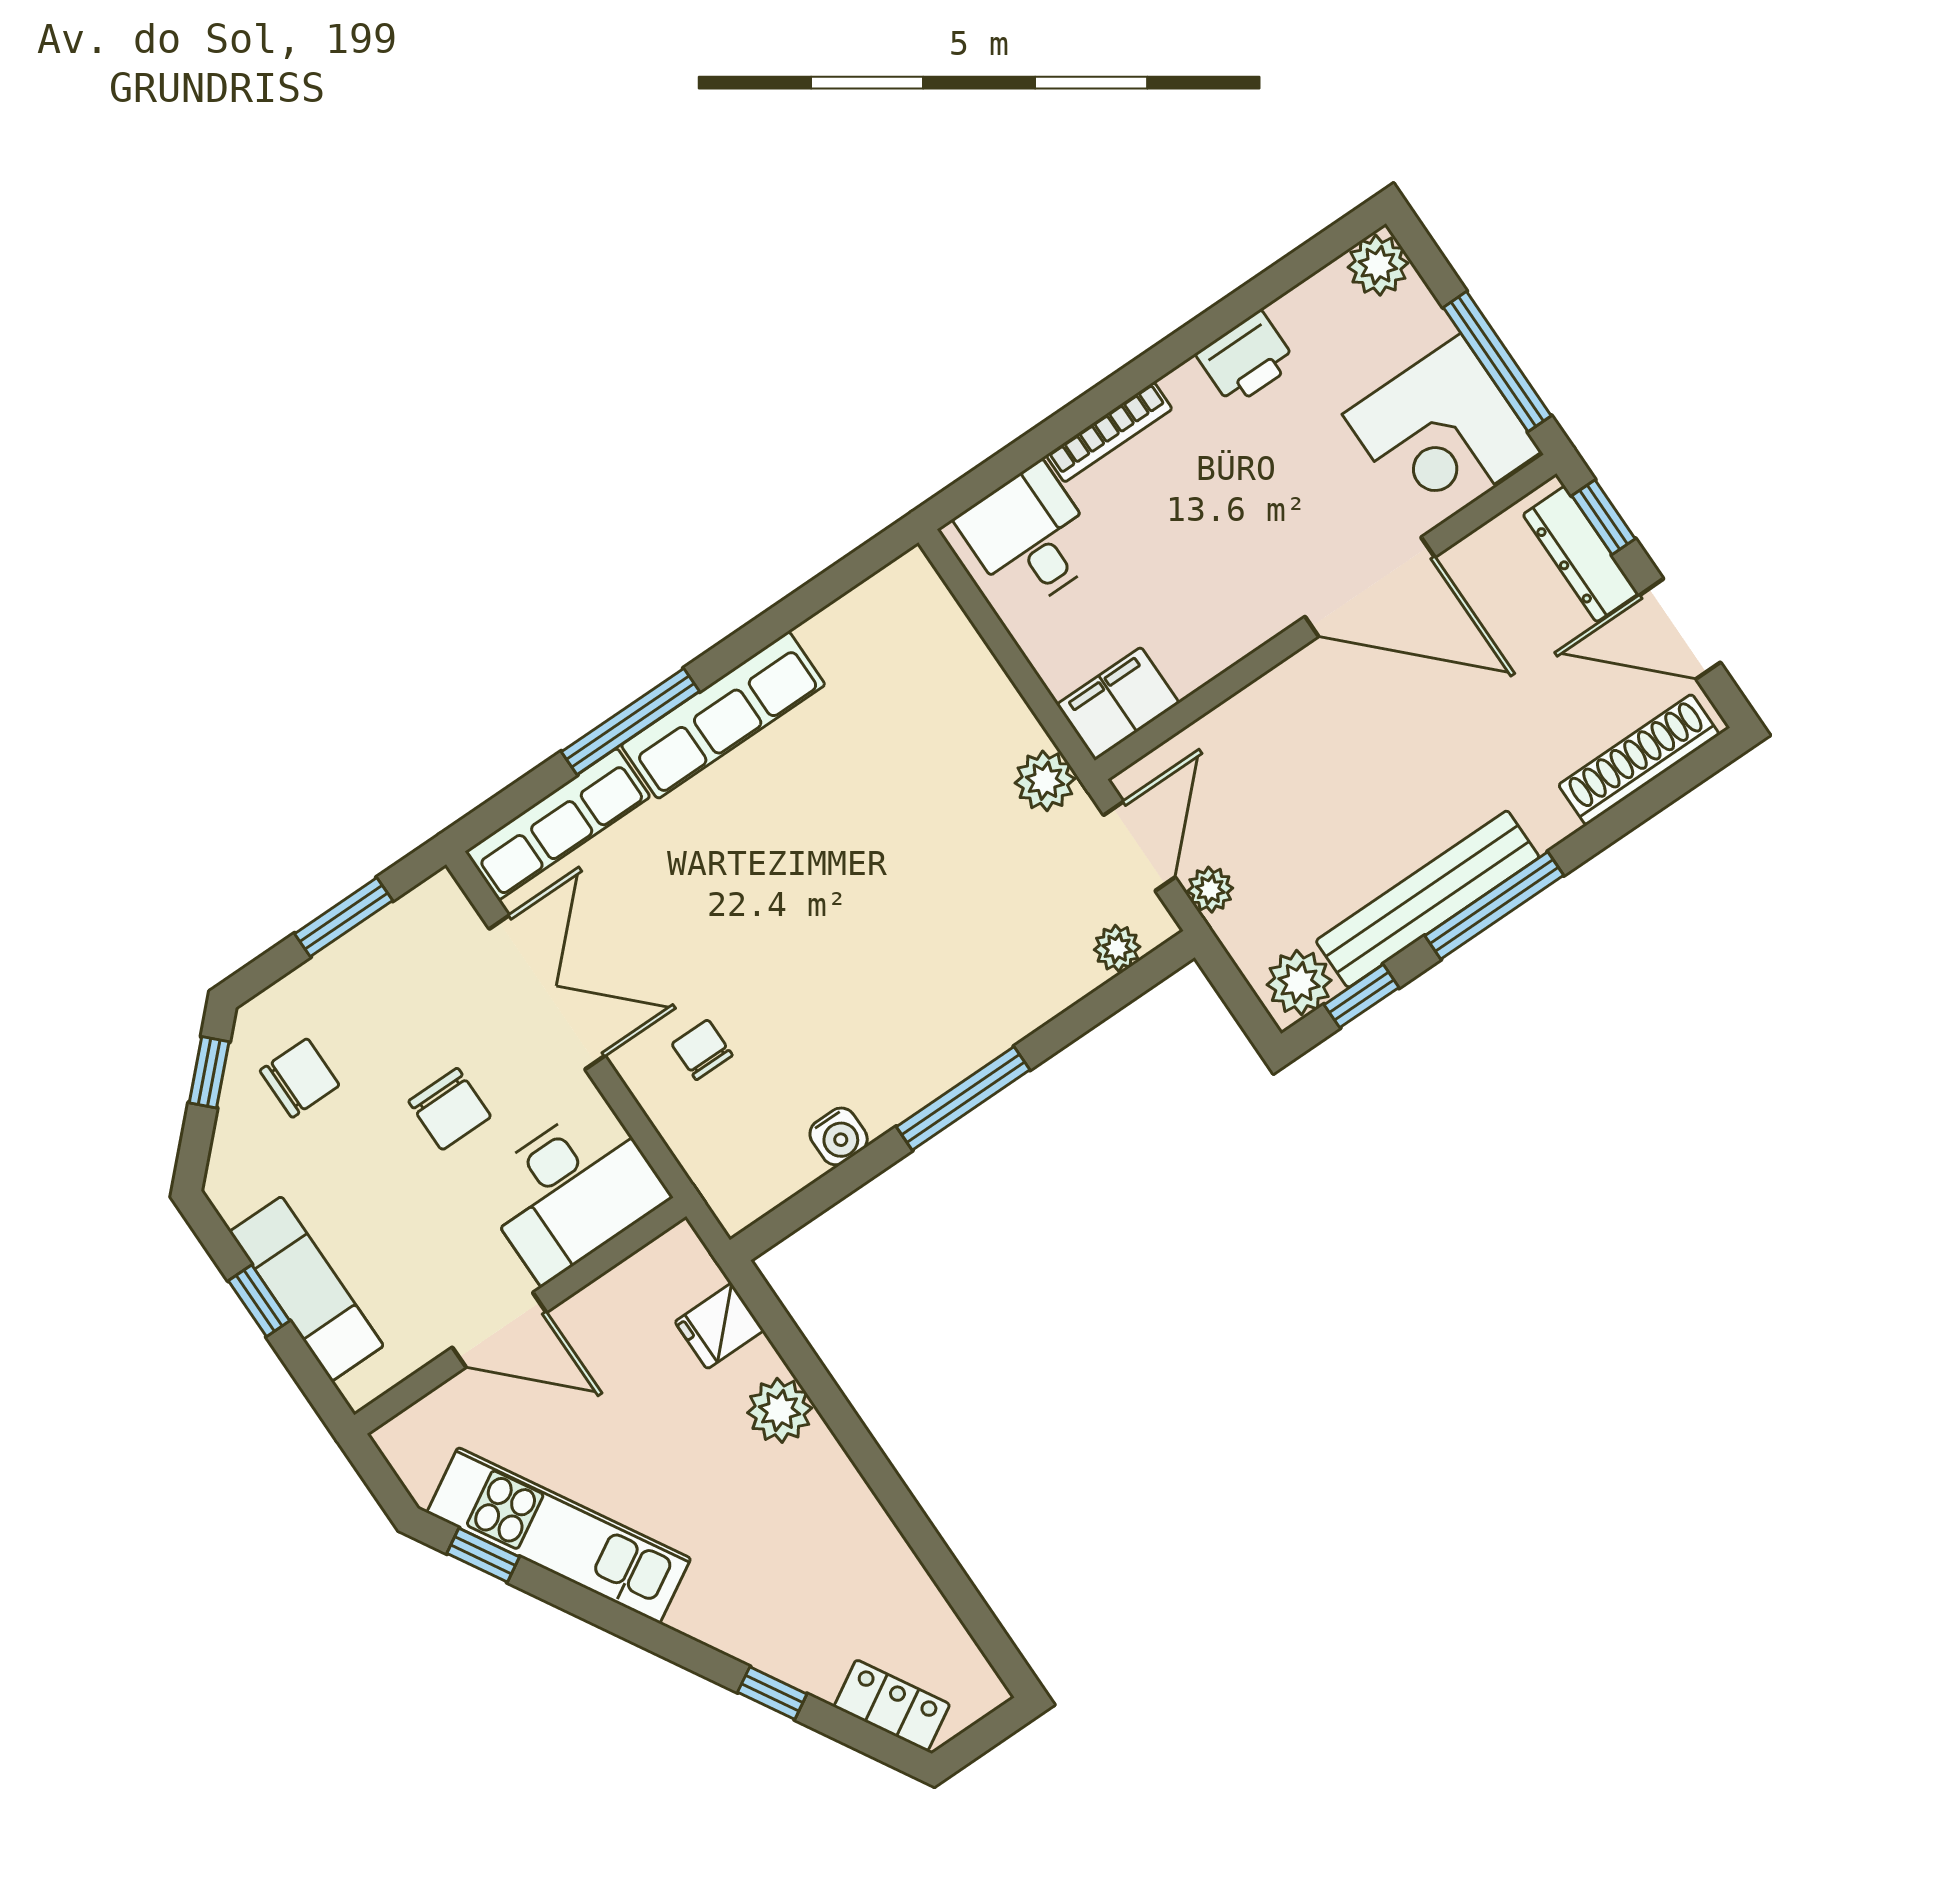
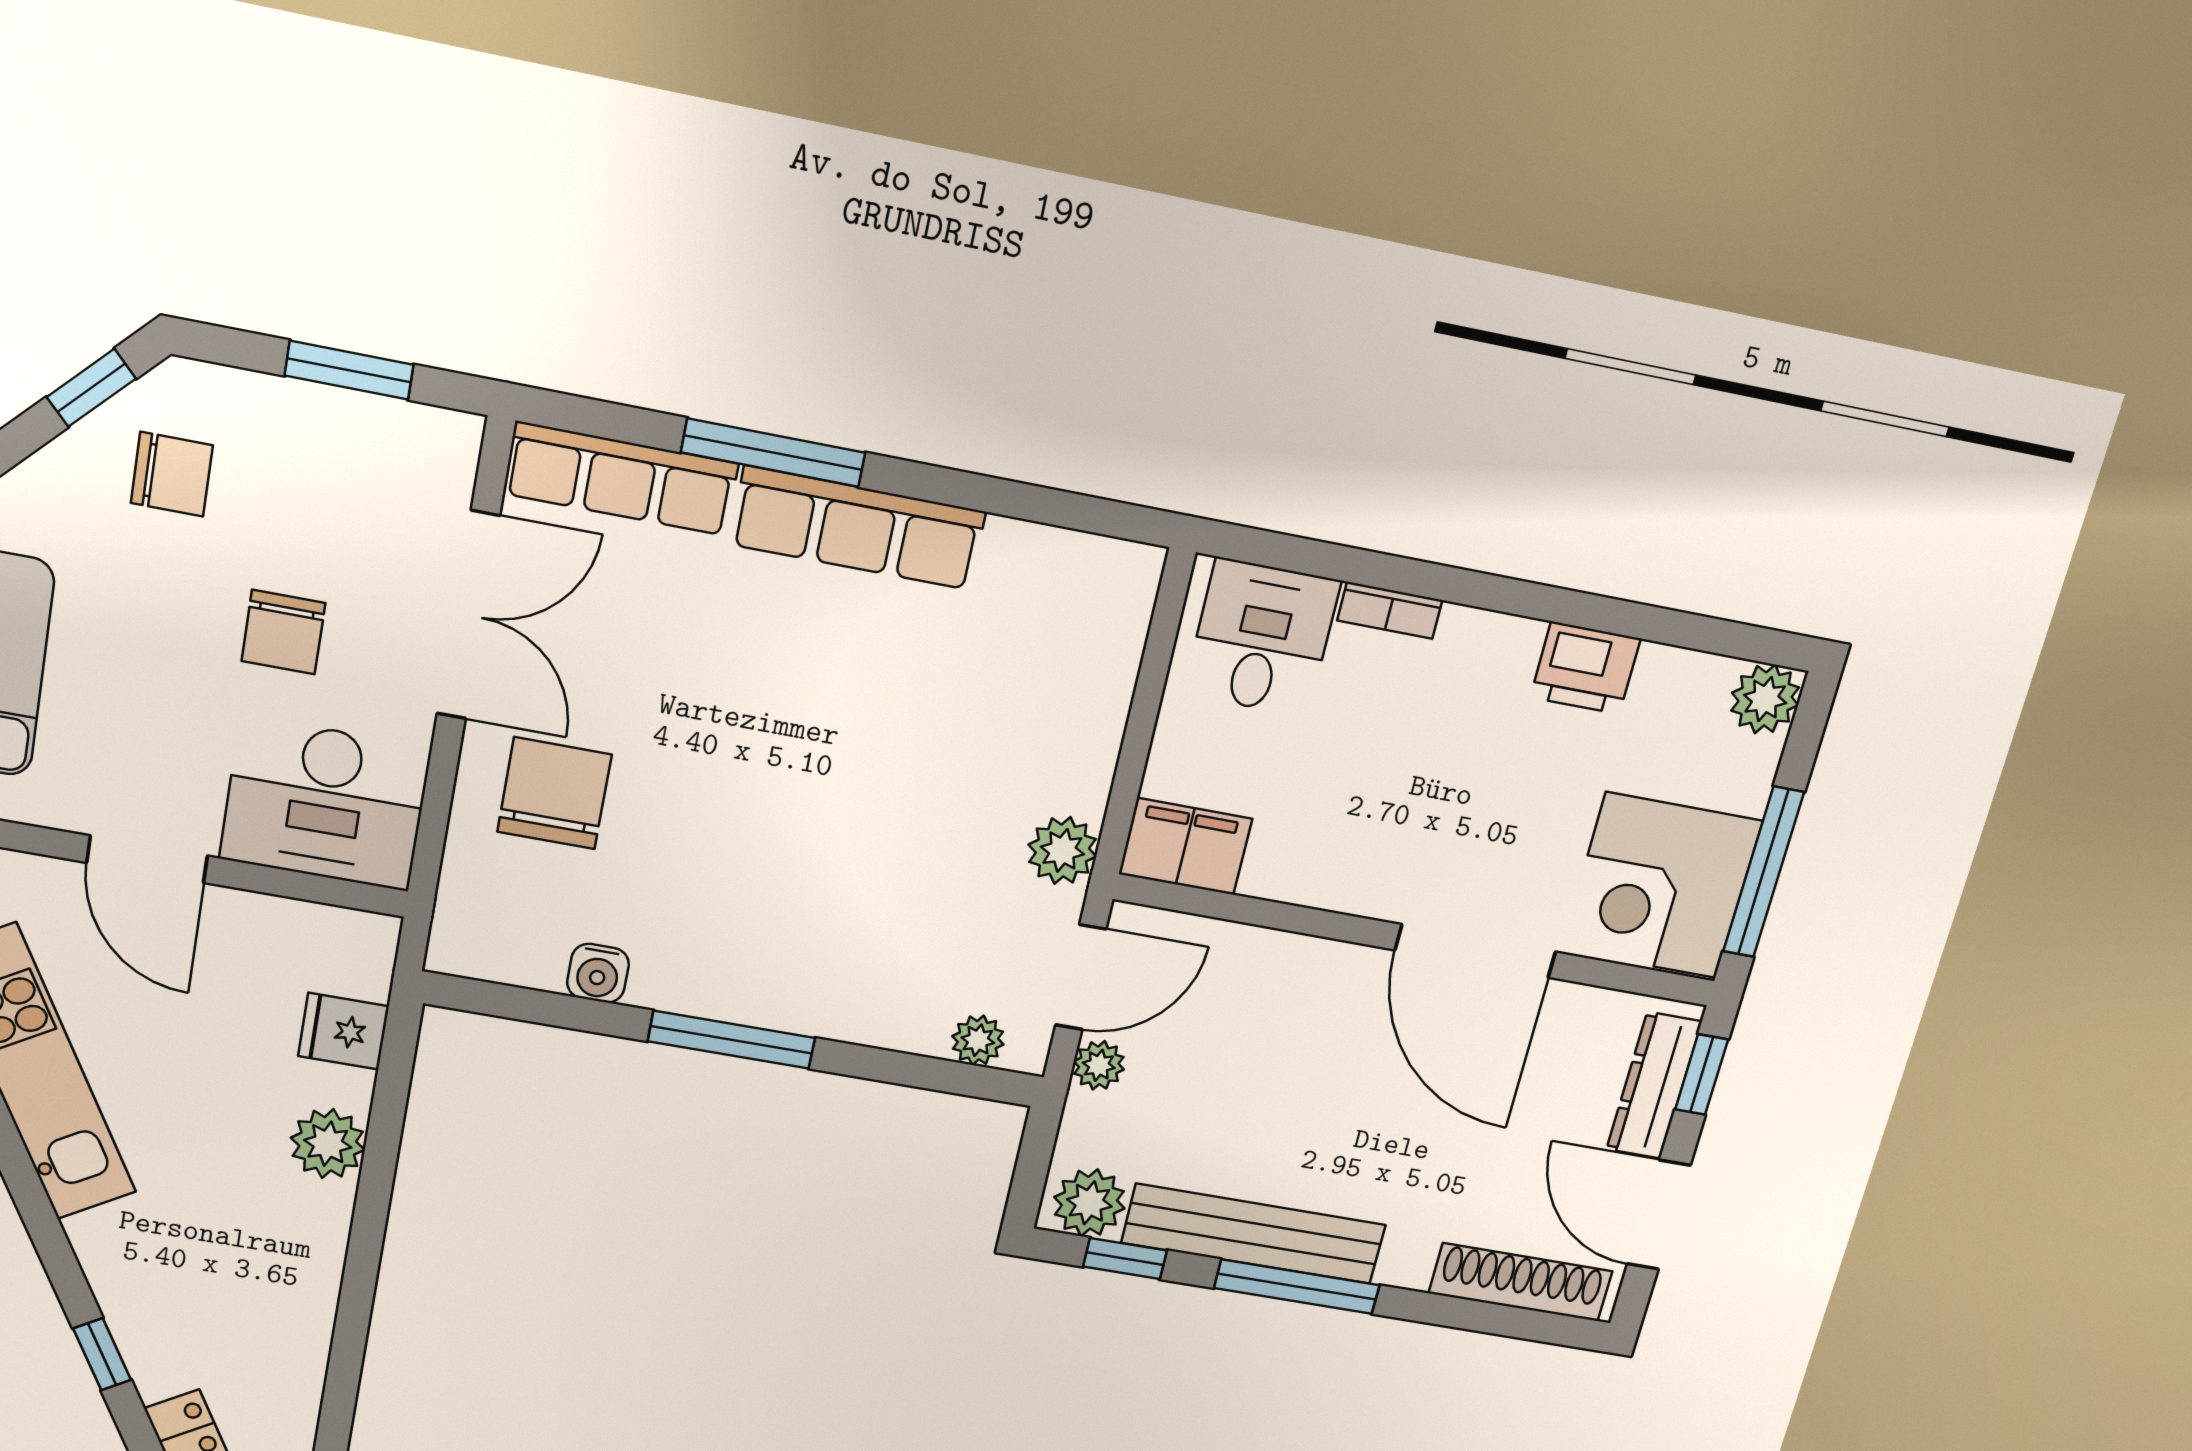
bookcase: (1109, 432) -> (1390, 610), width x0.64
chair: (702, 1050) -> (554, 793), width x1.87, depth x1.87

